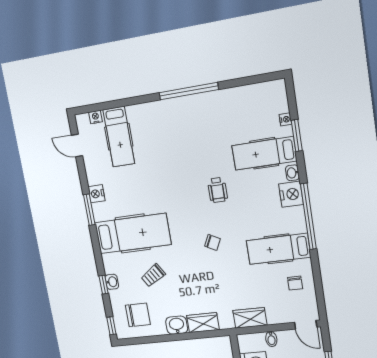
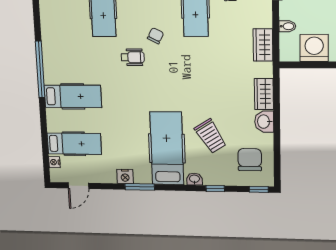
hospital bed: (167, 130) -> (73, 96), added
chair: (213, 242) -> (156, 36), moved
trolley: (153, 275) -> (210, 136), width x1.36, depth x1.39
washbasin: (112, 282) -> (194, 179), moved

